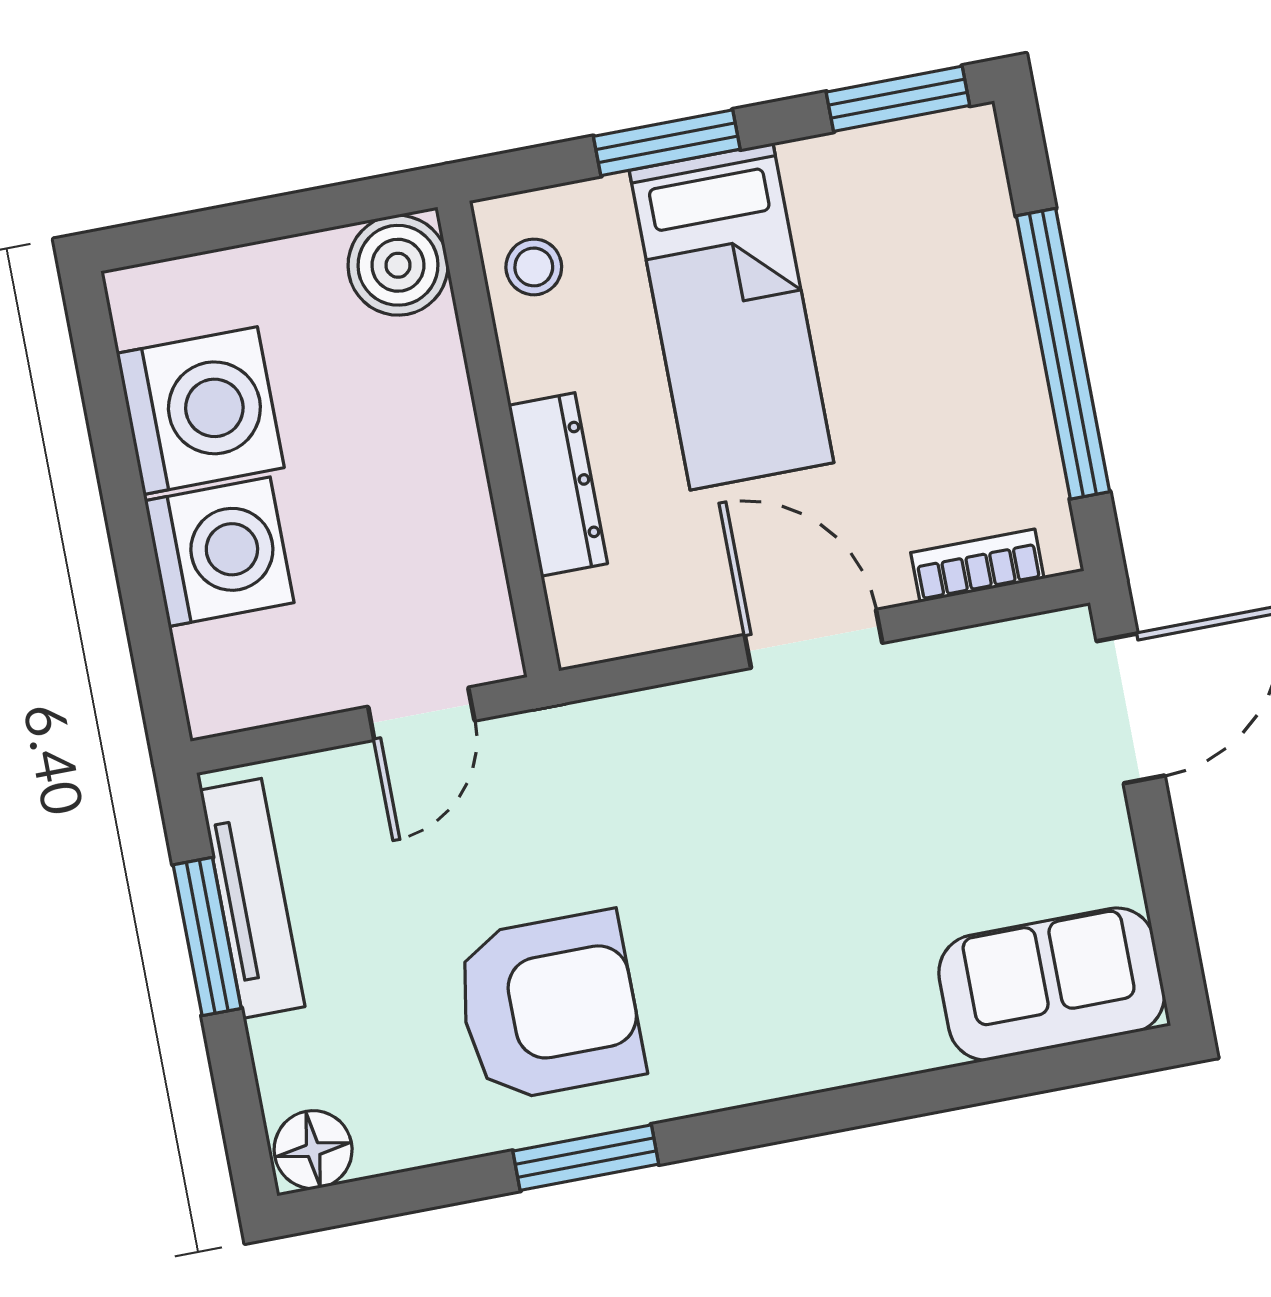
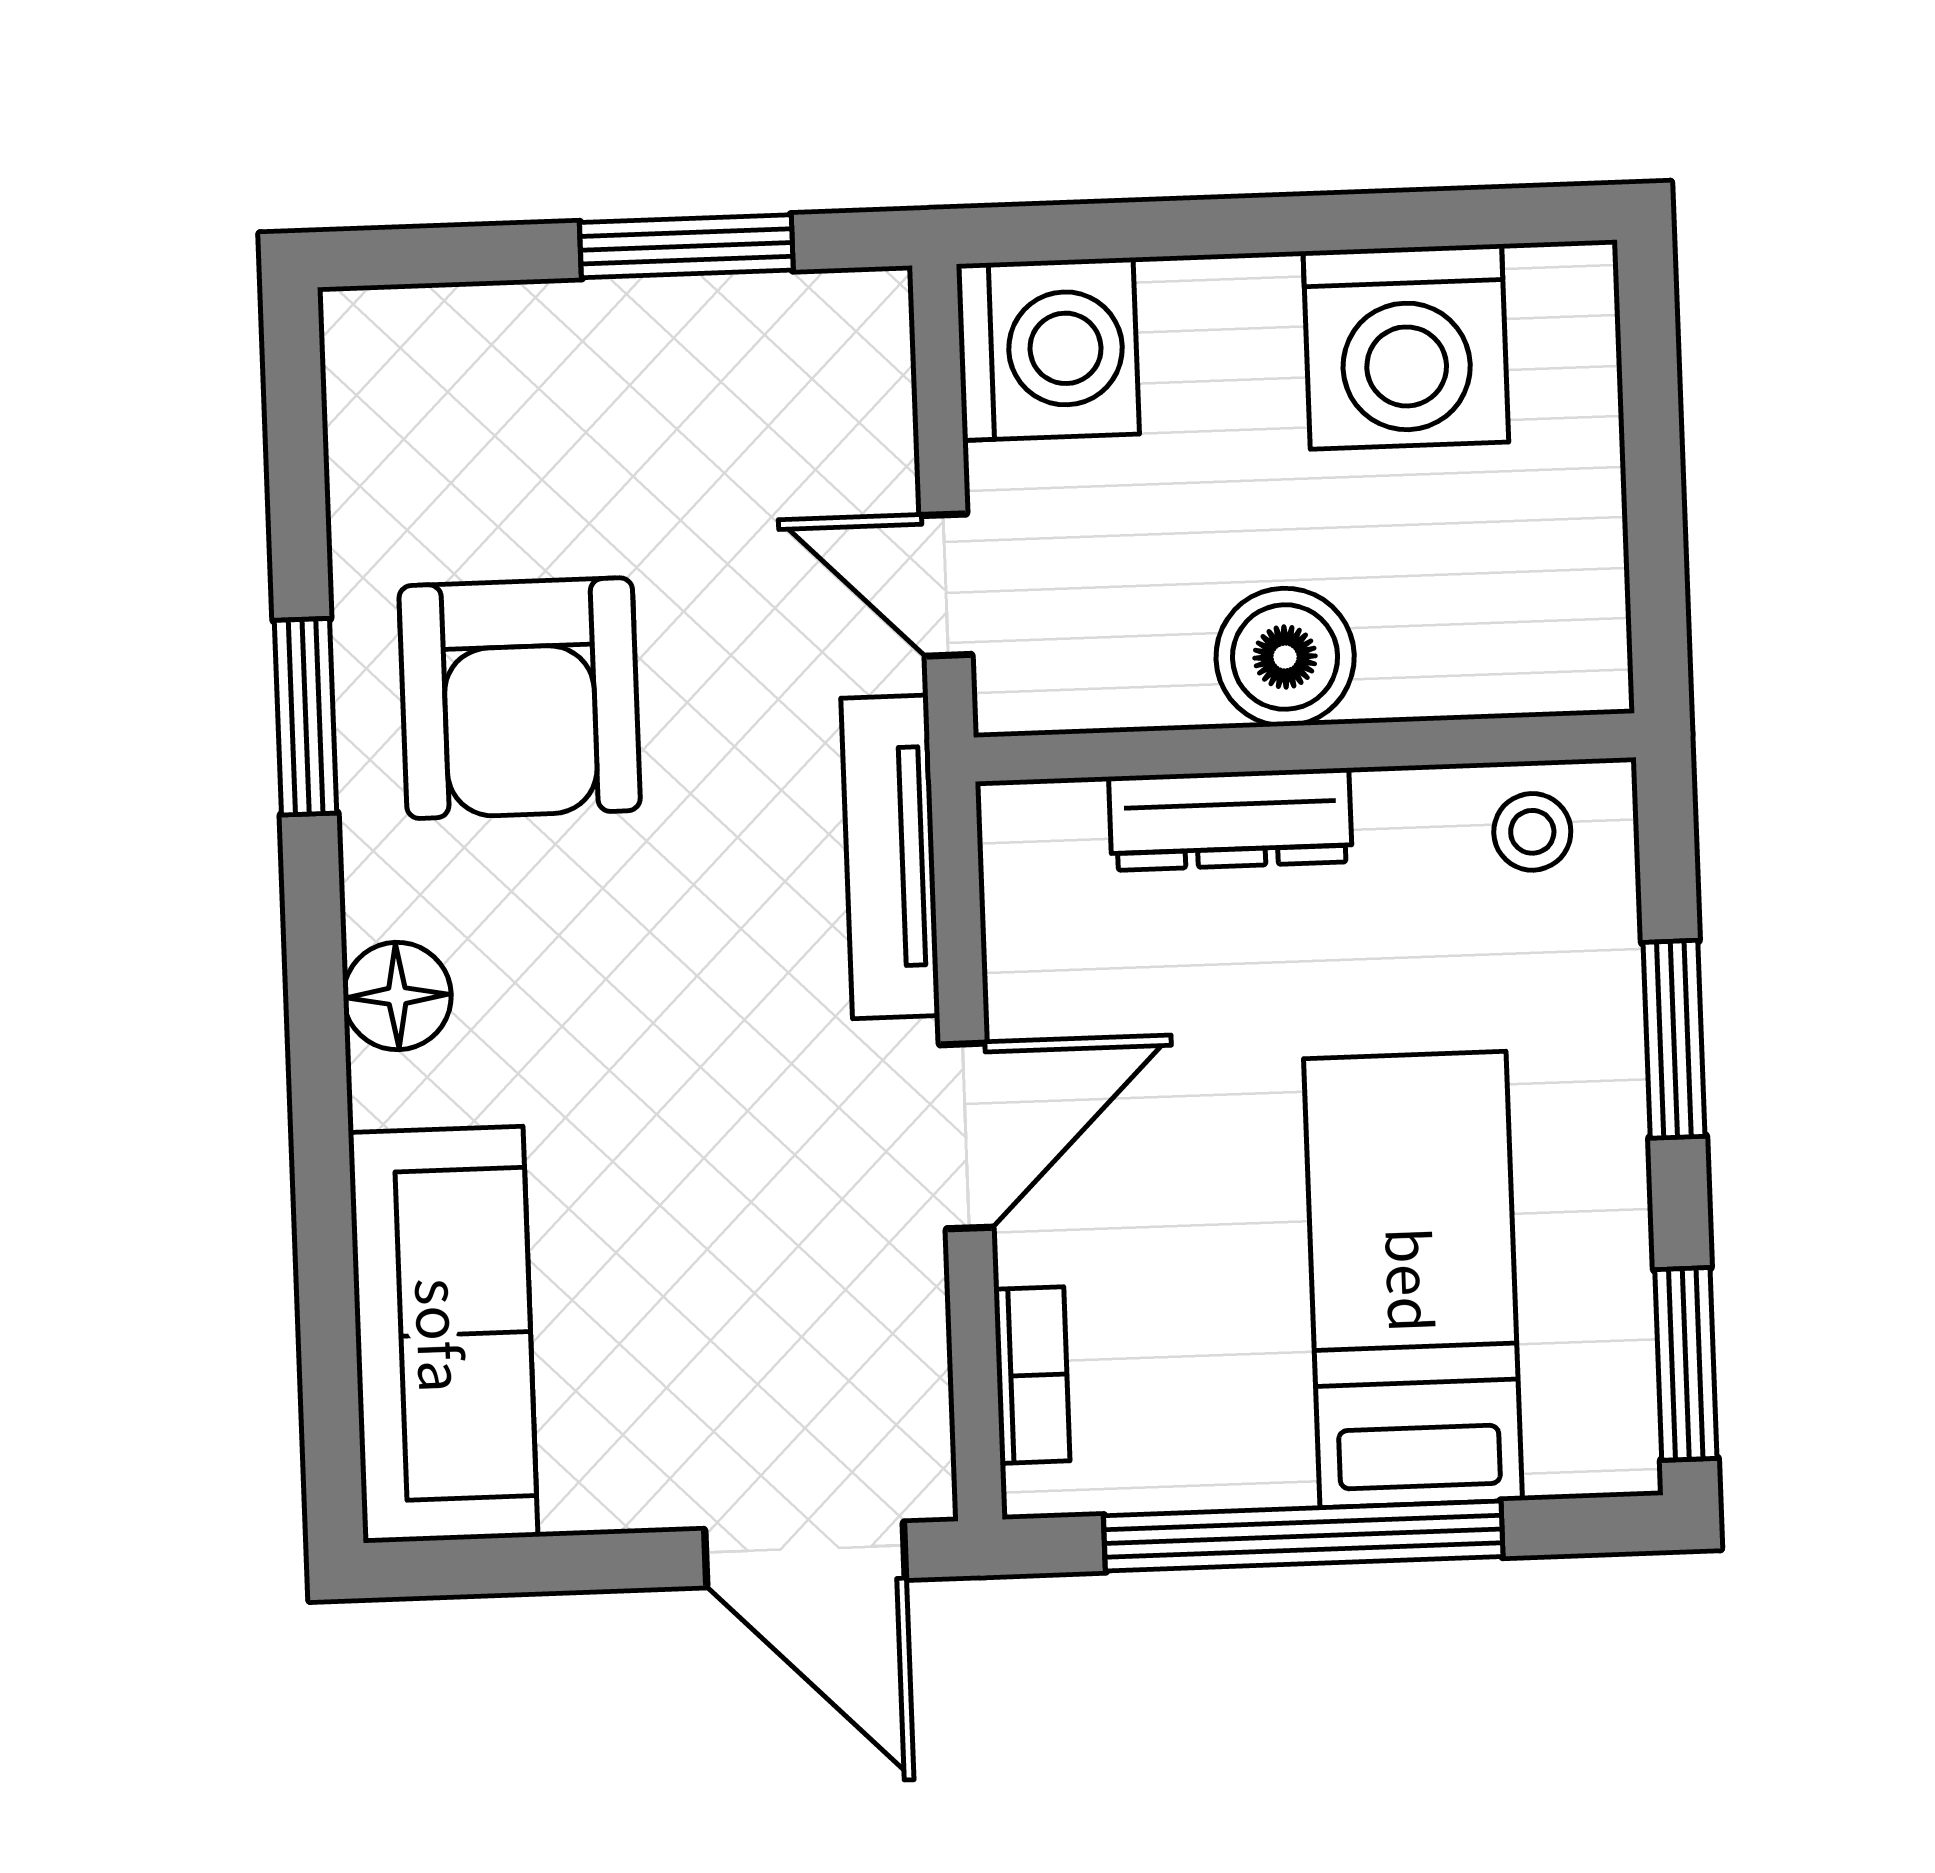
boiler: (398, 265) -> (1285, 657), moved
bed: (732, 316) -> (1413, 1280), moved, turned 90
washing machine: (219, 552) -> (1048, 349), moved, turned -90
tv unit: (252, 898) -> (890, 857), moved, turned 90
sofa: (1052, 984) -> (443, 1335), width x1.36
floor lamp: (313, 1150) -> (397, 996), moved

